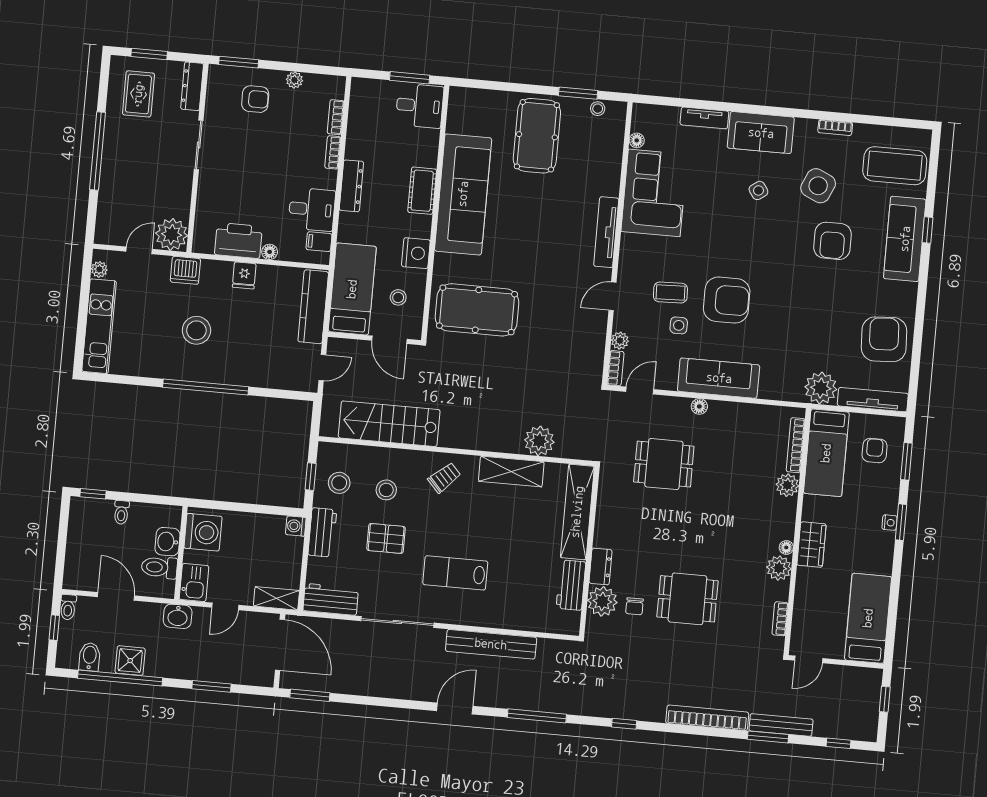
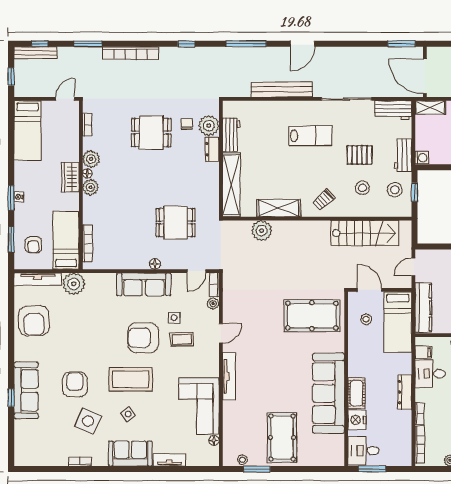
bookcase: (336, 117) -> (420, 444), width x1.56
coffee table: (895, 166) -> (131, 379), moved
nightstand: (416, 253) -> (357, 420), moved
plant: (787, 485) -> (90, 187), moved
bench: (781, 725) -> (35, 53), moved

